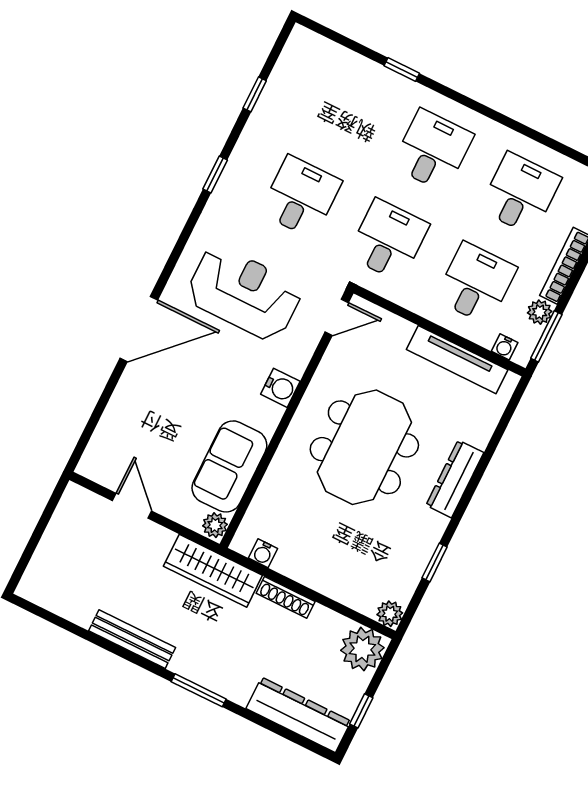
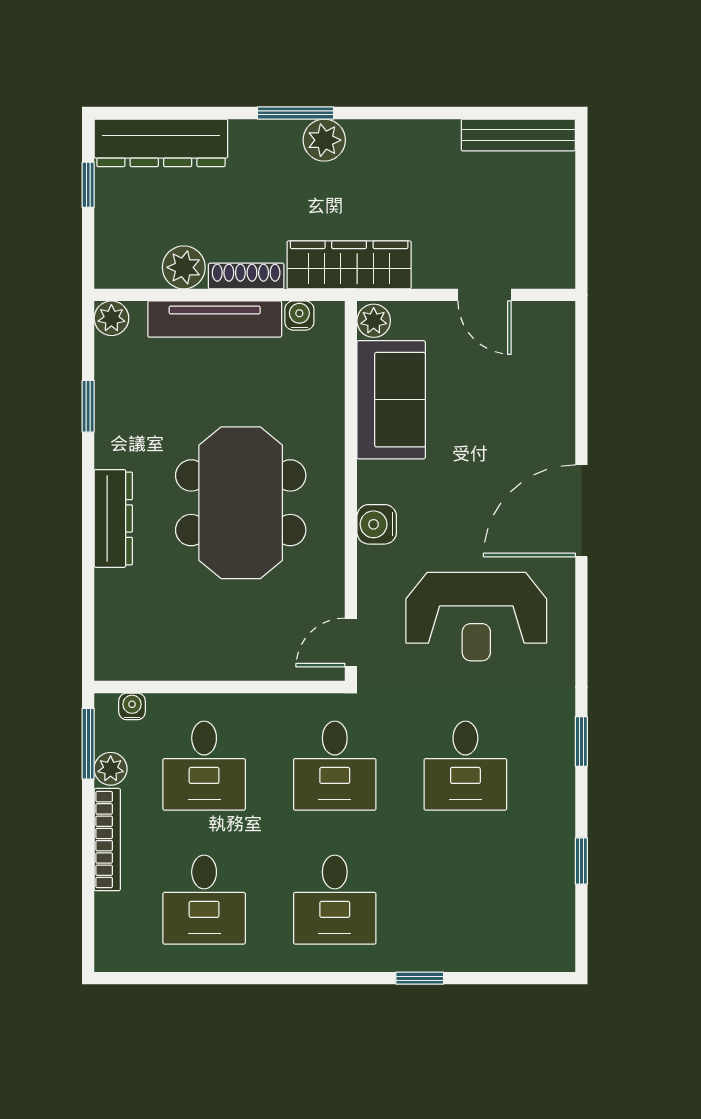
tv unit: (457, 360) -> (215, 319), moved, turned 180
bench: (132, 639) -> (518, 135), moved
plant: (362, 649) -> (184, 267), moved, width x0.73, depth x0.73
plant: (188, 663) -> (324, 140), added

